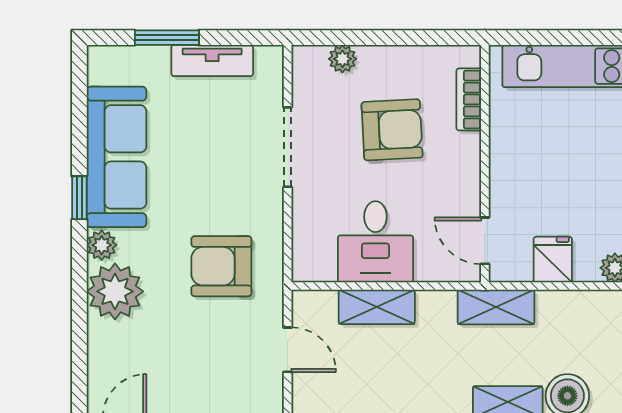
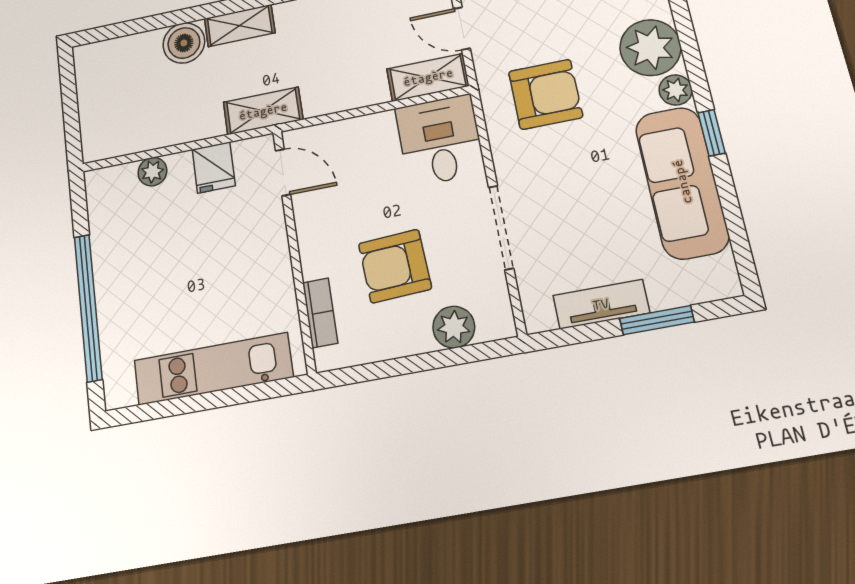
plant: (342, 59) -> (454, 327), width x1.38, depth x1.38
desk: (375, 242) -> (440, 140), moved
shelving: (377, 307) -> (428, 77), moved

